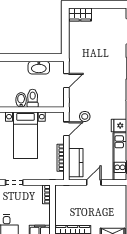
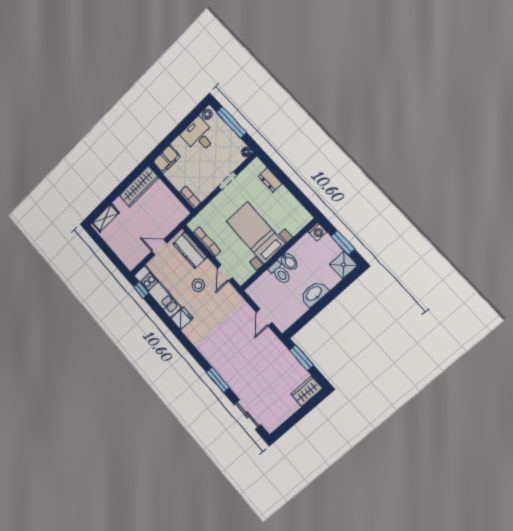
window: (65, 37) -> (302, 358), added
washbasin: (39, 68) -> (314, 294), moved
stool: (85, 116) -> (198, 285), moved
door: (94, 182) -> (159, 247), swing flipped

